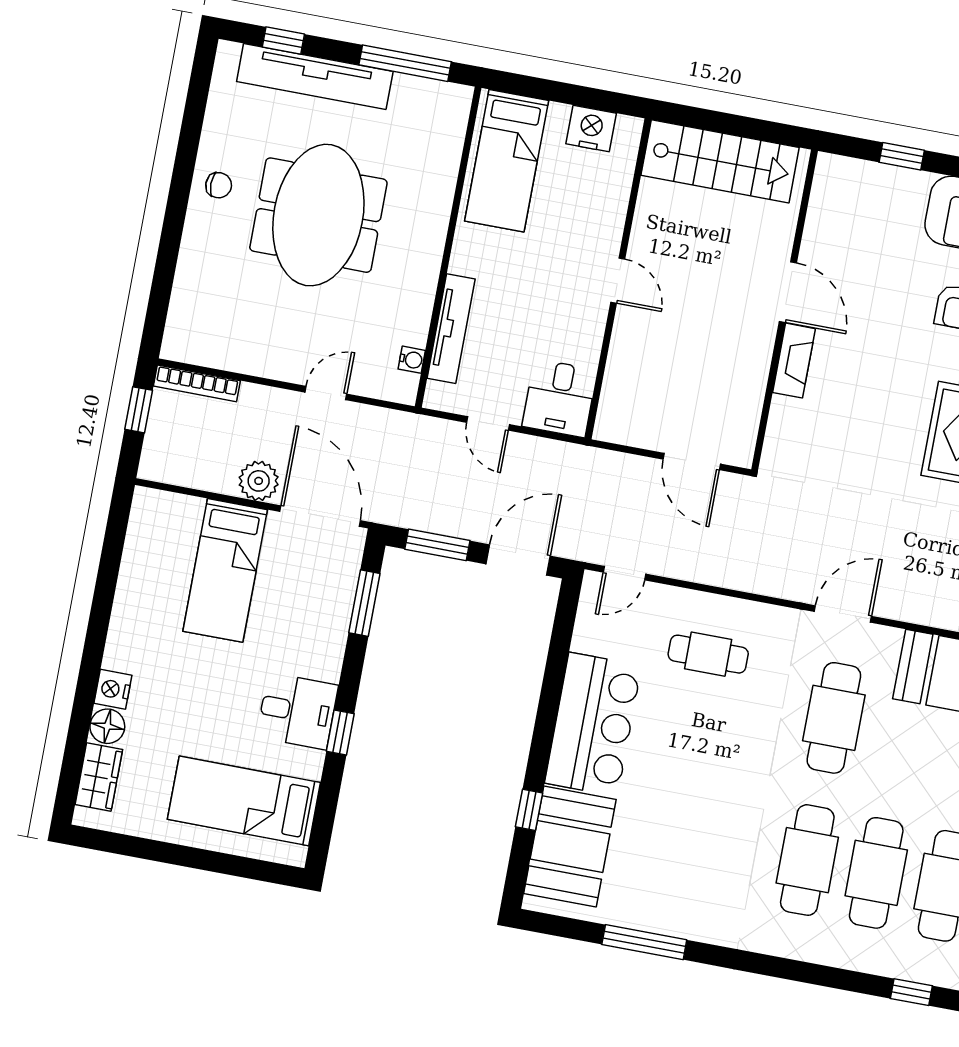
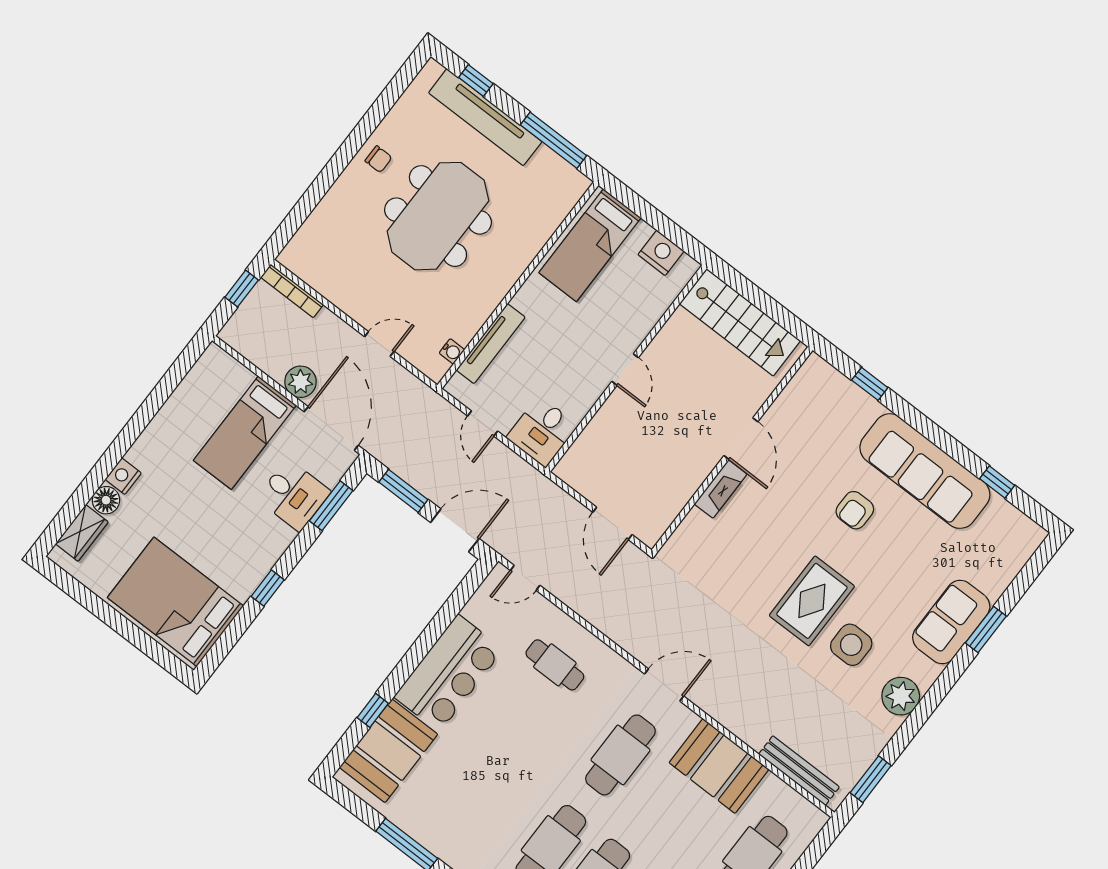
desk: (297, 711) -> (293, 495), moved
bed: (244, 801) -> (175, 602), width x1.50

